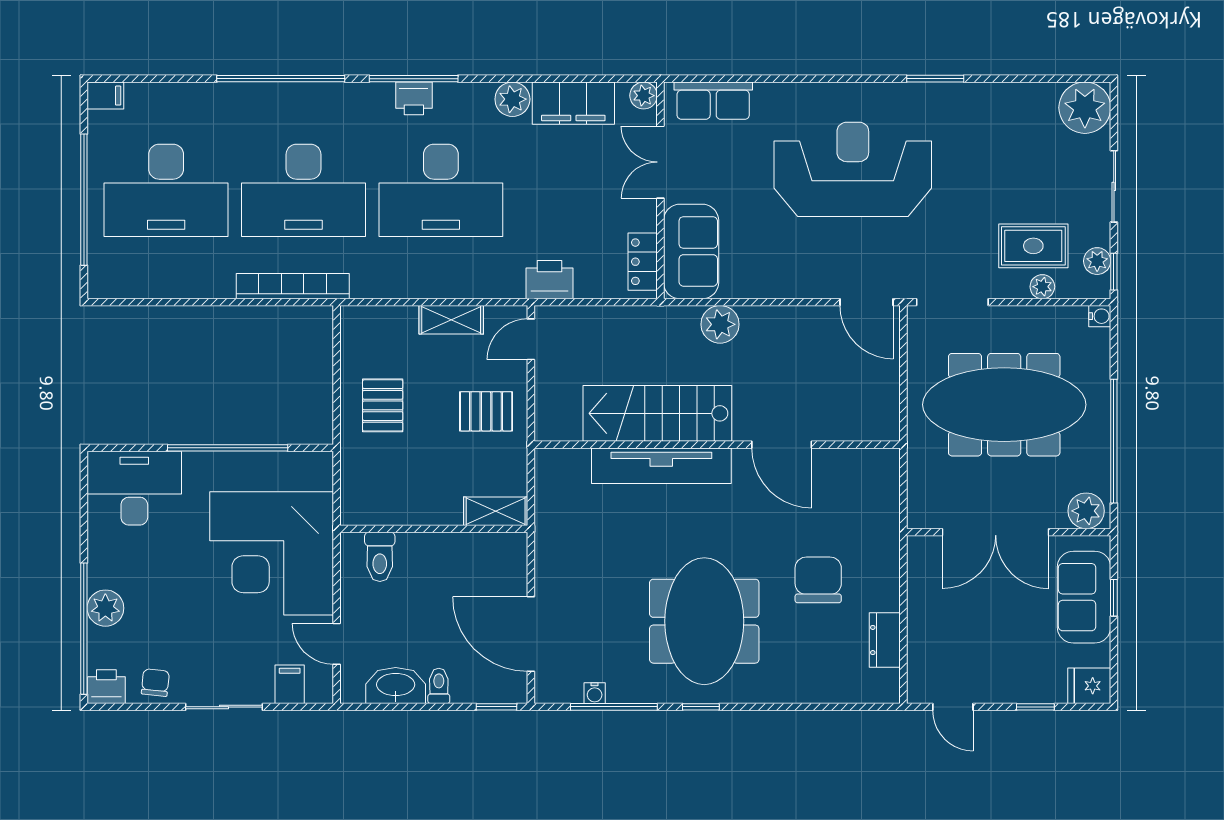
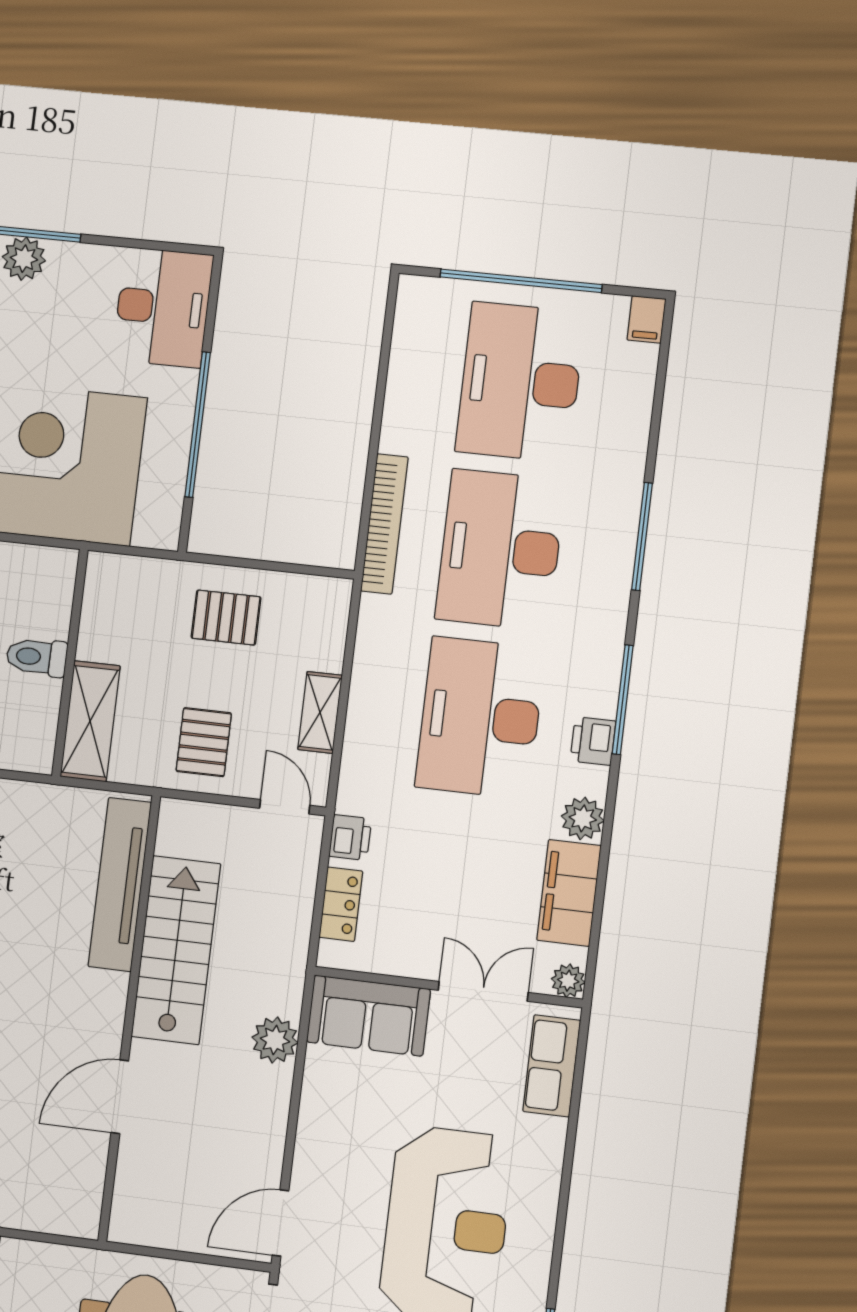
window: (281, 79) -> (642, 536), width x0.68
printer: (414, 98) -> (593, 741), moved
locker: (643, 262) -> (341, 904), moved, turned 90
printer: (549, 280) -> (350, 837), width x0.73, depth x0.81
tv unit: (661, 466) -> (120, 884), moved
shelving: (496, 511) -> (90, 721), width x1.50, depth x1.33
toilet: (380, 557) -> (37, 657), moved

